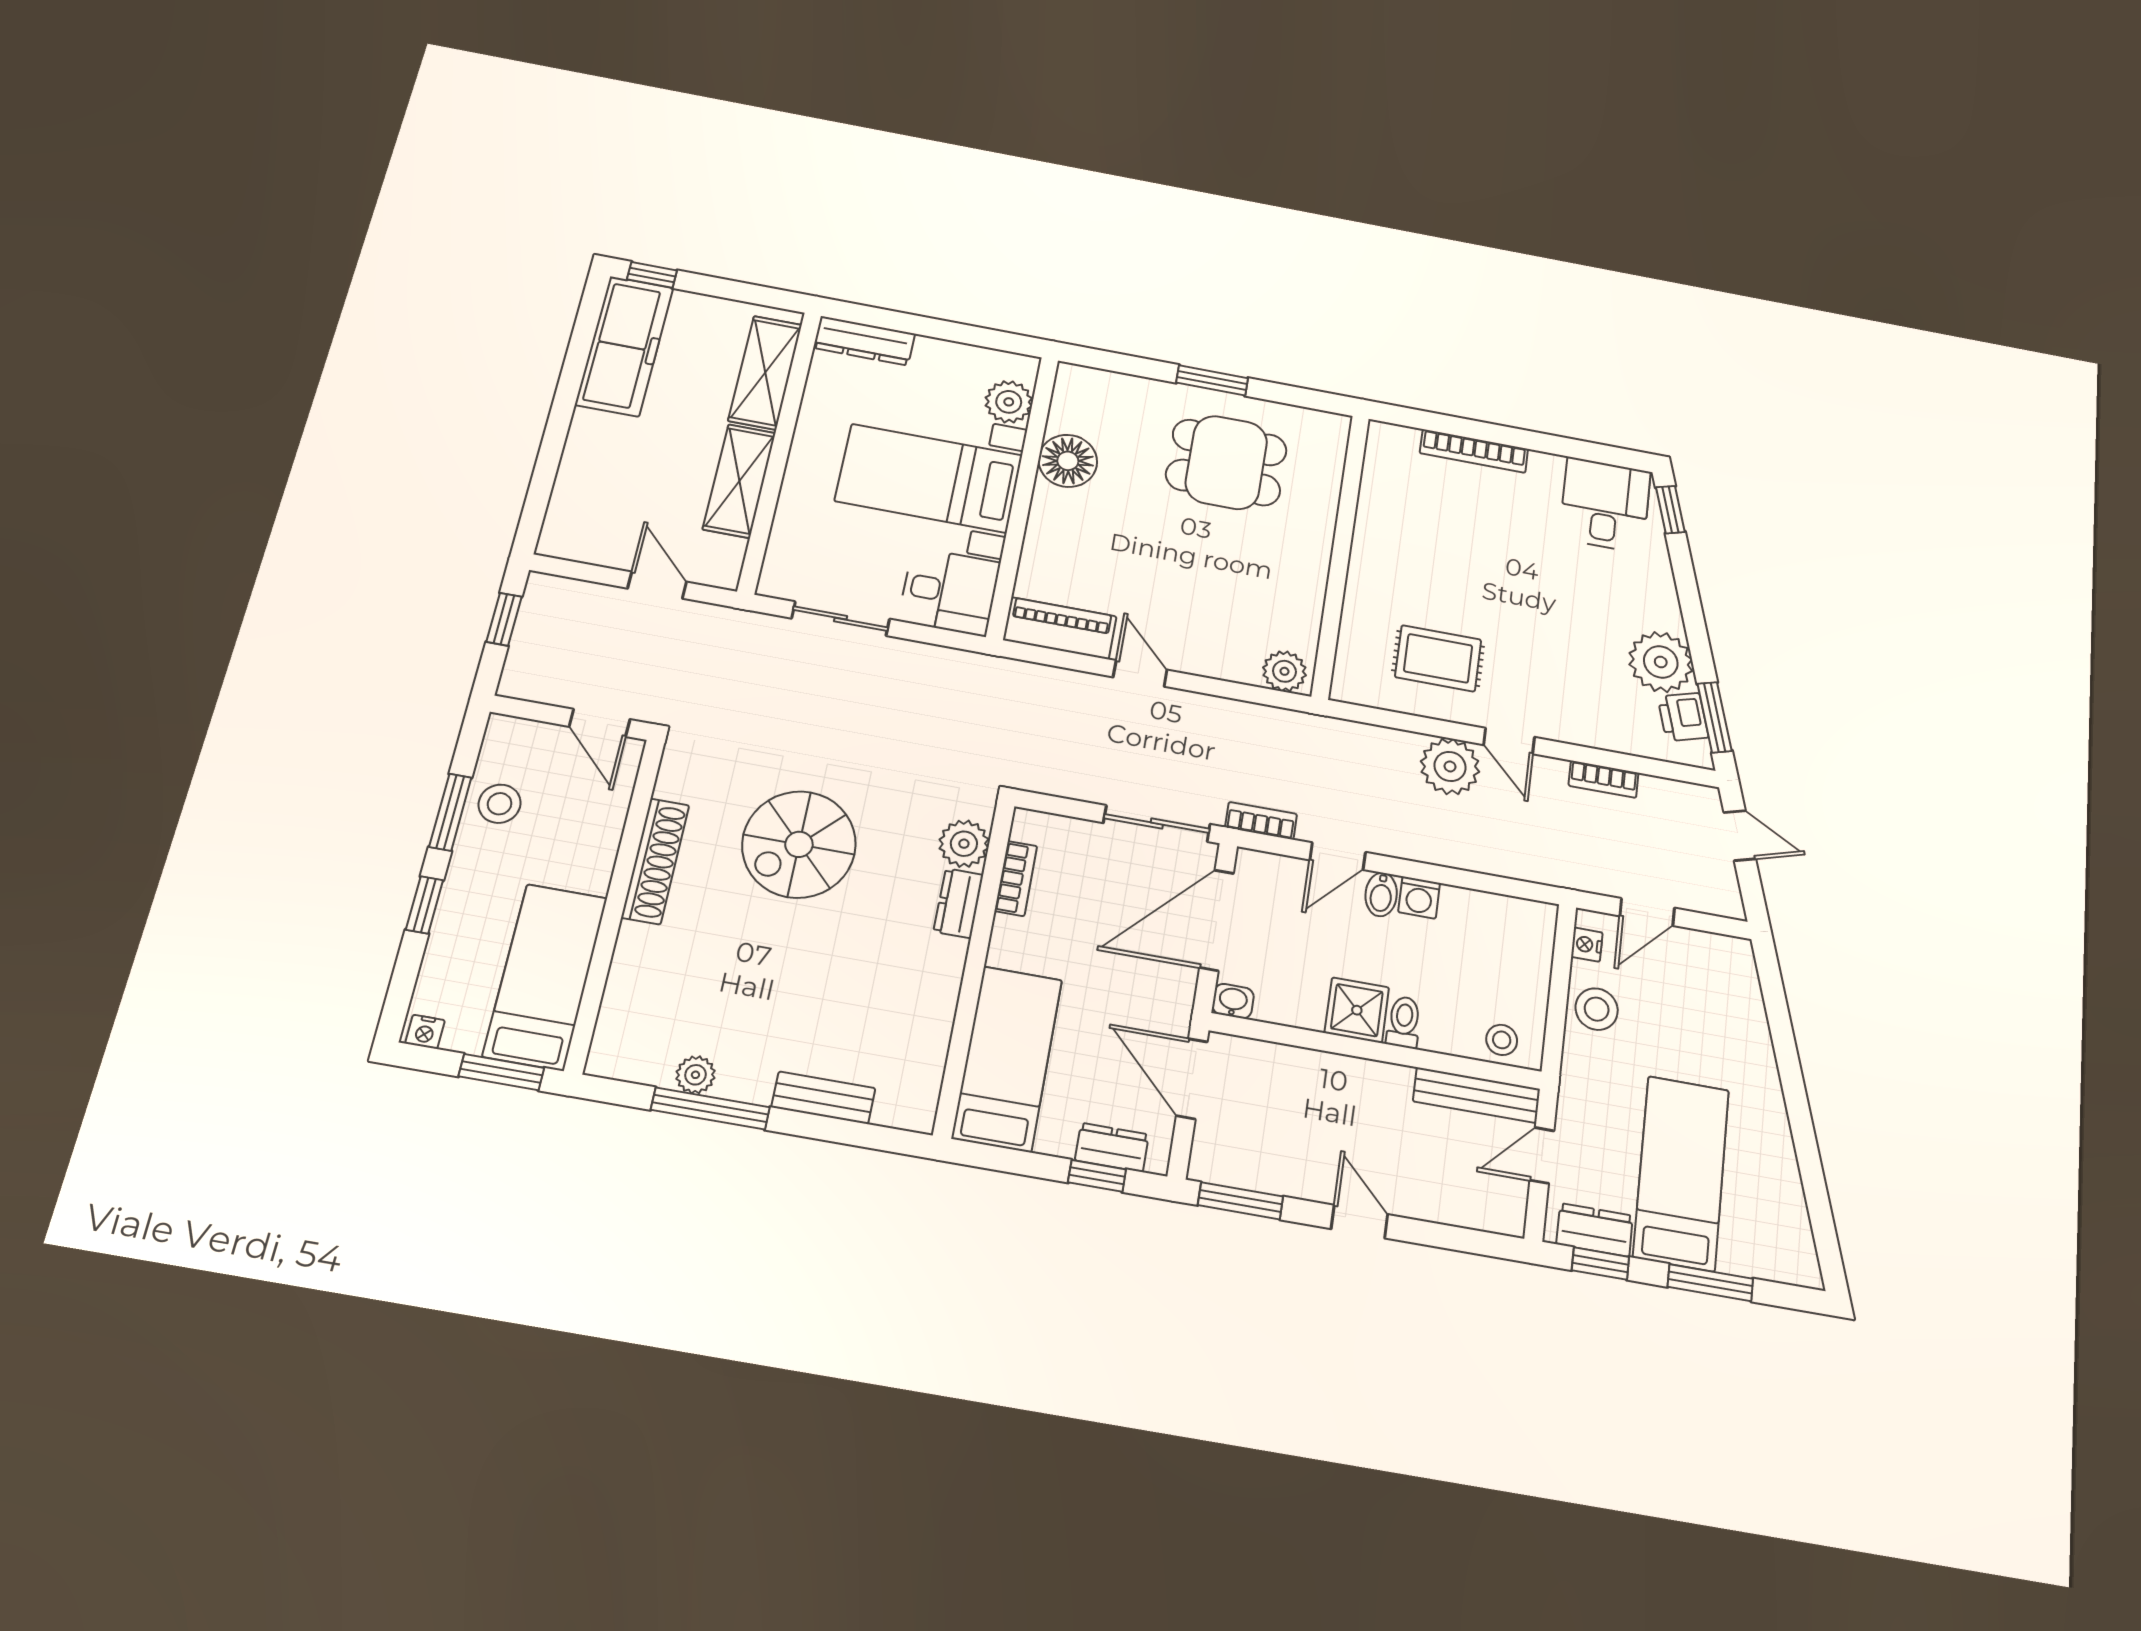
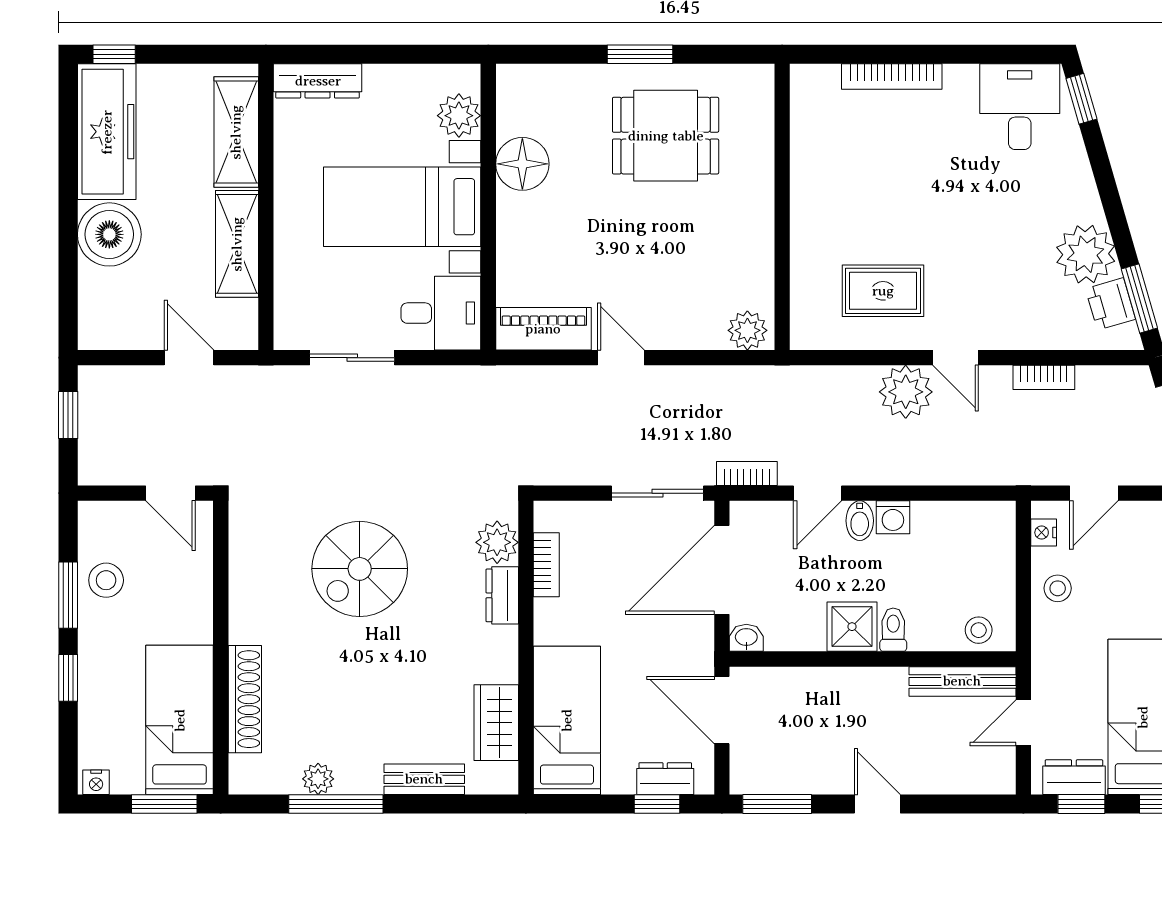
boiler: (600, 446) -> (109, 234), added
shoe rack: (655, 861) -> (245, 699), moved
stool: (1597, 1009) -> (1058, 588), width x0.73, depth x0.73
wardrobe: (923, 1046) -> (496, 723), added

